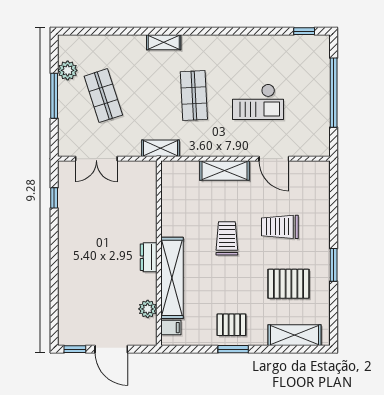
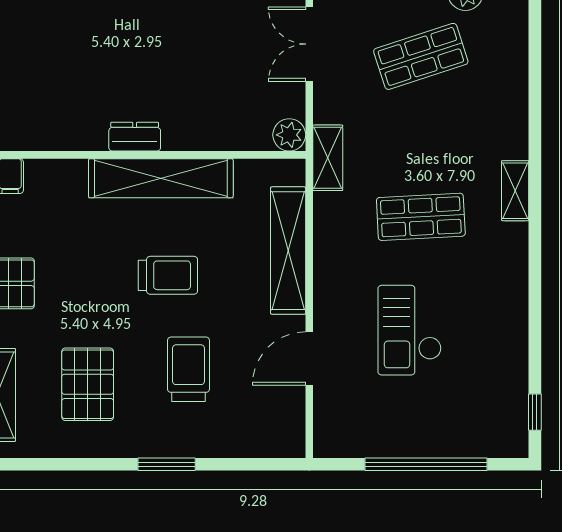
shelving: (164, 42) -> (515, 191), moved
shelving: (224, 171) -> (288, 251), width x1.47
window: (334, 265) -> (167, 464), moved
shelving: (172, 278) -> (161, 178), moved
plant: (148, 309) -> (289, 135), moved

